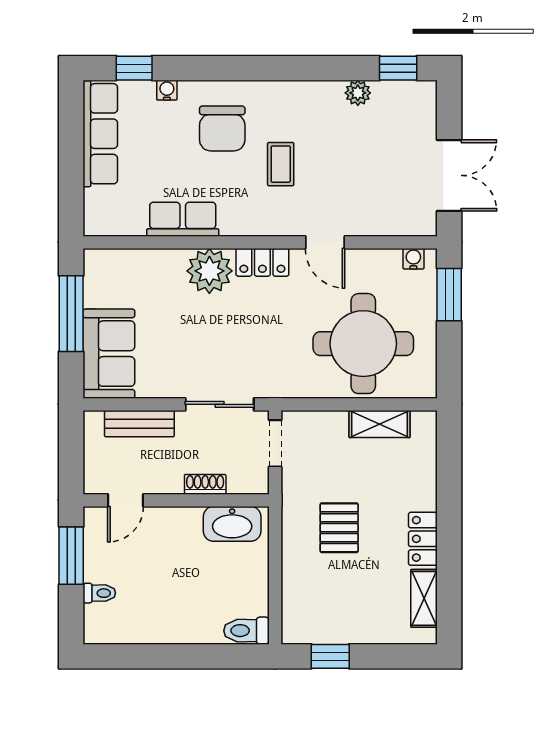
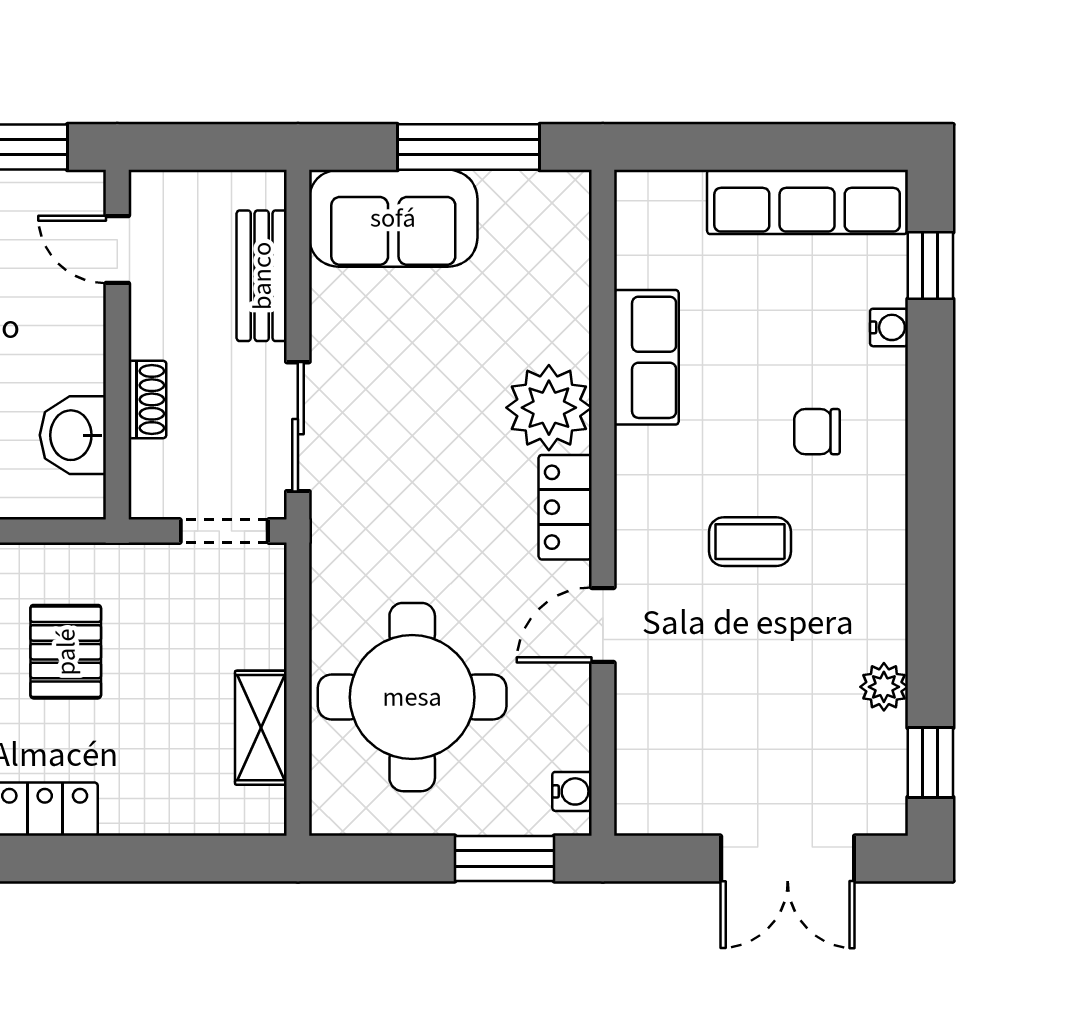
chair: (222, 128) -> (817, 432), width x0.54, depth x0.54
double door: (449, 175) -> (788, 859), moved
washbasin: (232, 524) -> (73, 435), width x0.72
pallet: (339, 528) -> (66, 652), turned 90

